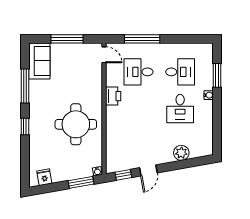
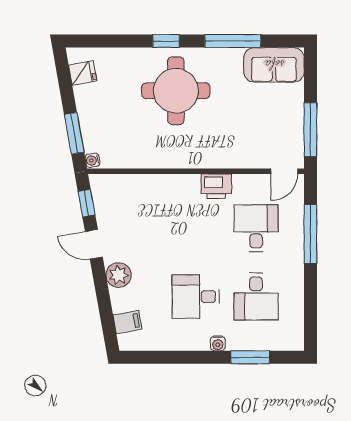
window: (67, 39) -> (310, 130), moved
round table: (76, 124) -> (176, 91), moved
filing cabinet: (196, 150) -> (127, 322), added
plant: (181, 153) -> (119, 275), moved

